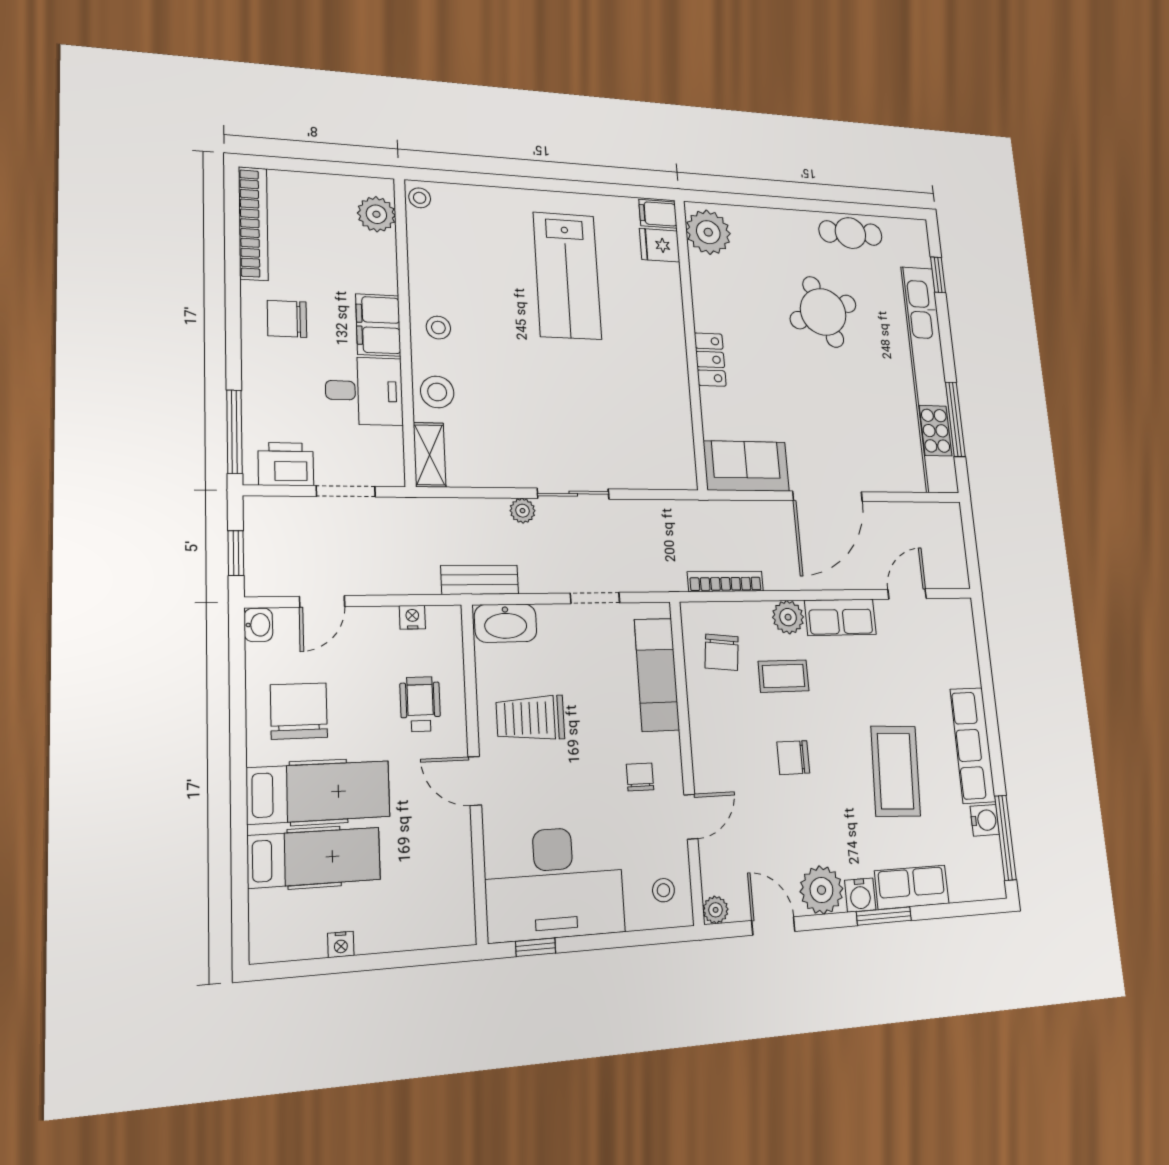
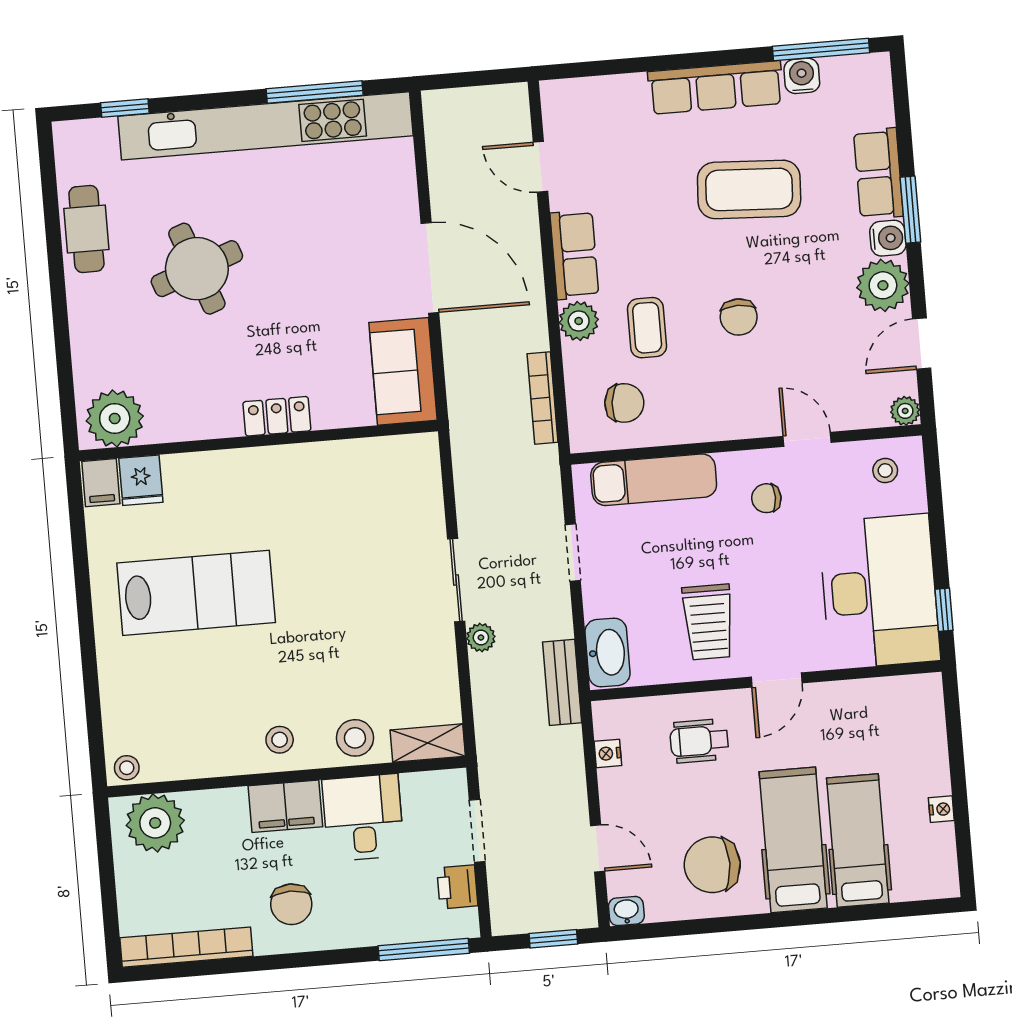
plant: (376, 214) -> (155, 823), width x1.36, depth x1.36
printer: (286, 464) -> (457, 887), width x0.73, depth x0.81

